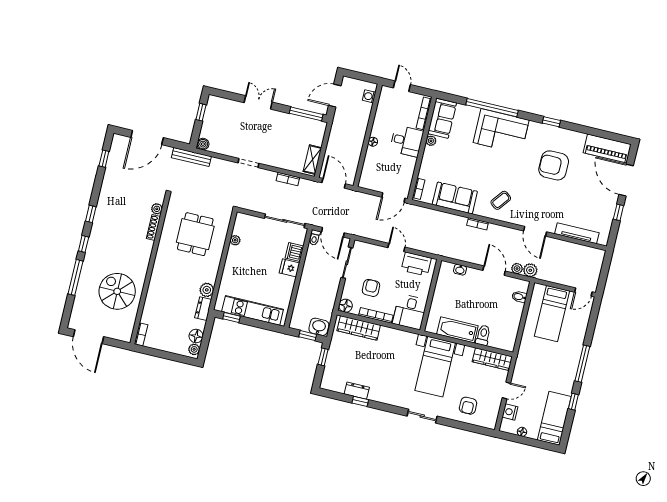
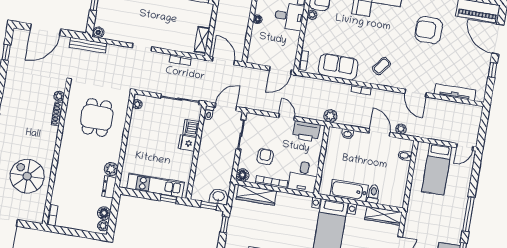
door: (333, 232) -> (226, 107), swing flipped
plant: (235, 240) -> (137, 104), moved
plant: (530, 270) -> (330, 116), moved
window: (231, 317) -> (168, 199), moved

